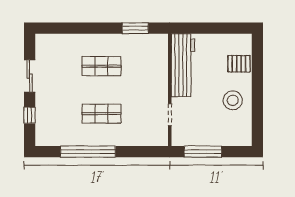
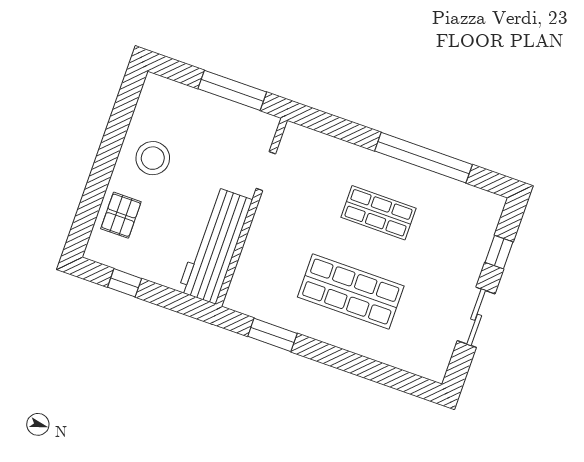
window: (224, 28) -> (125, 283), added
pallet: (239, 64) -> (121, 215), turned 90
shop shelf: (102, 66) -> (351, 292), width x1.43, depth x1.36

